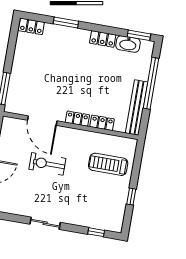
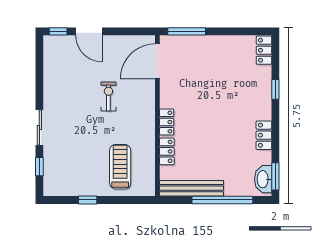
window: (66, 23) -> (275, 89), width x0.67
washbasin: (128, 44) -> (263, 179), moved
door: (42, 121) -> (157, 61), moved
exercise bike: (47, 164) -> (108, 96), width x0.73, depth x0.72
sliding door: (45, 223) -> (39, 128), moved

